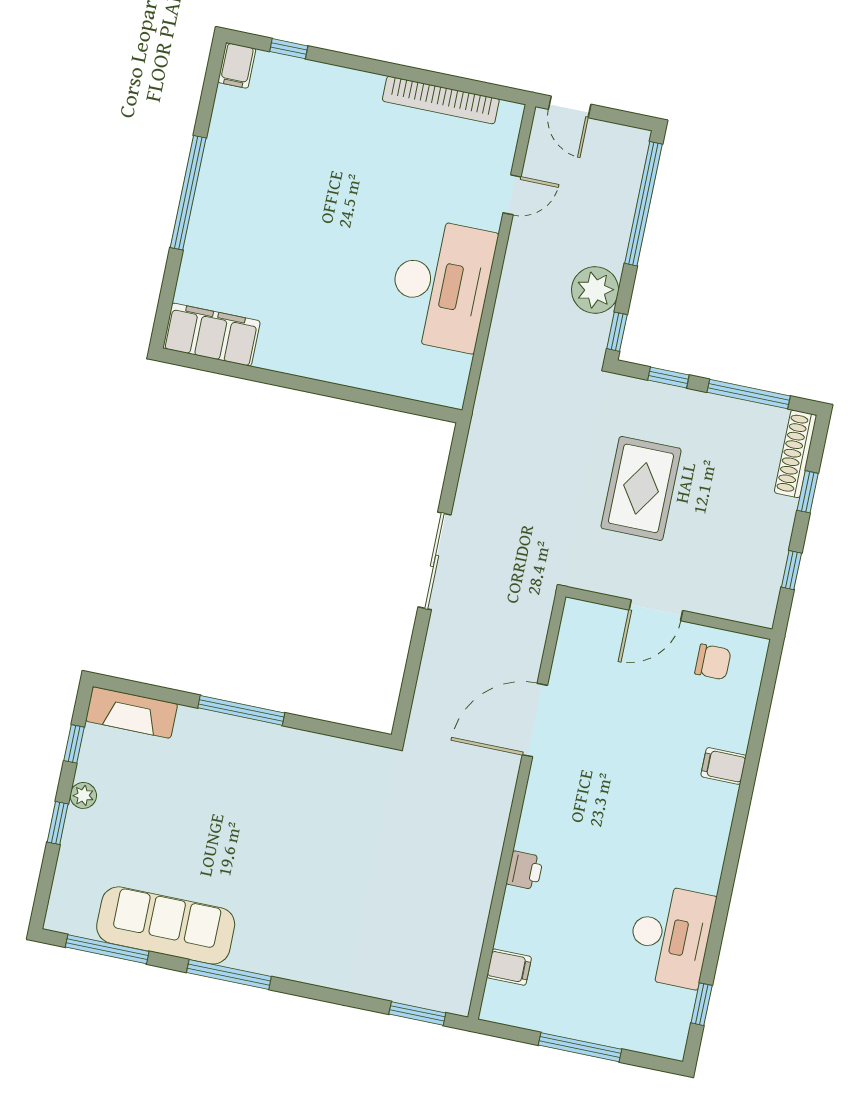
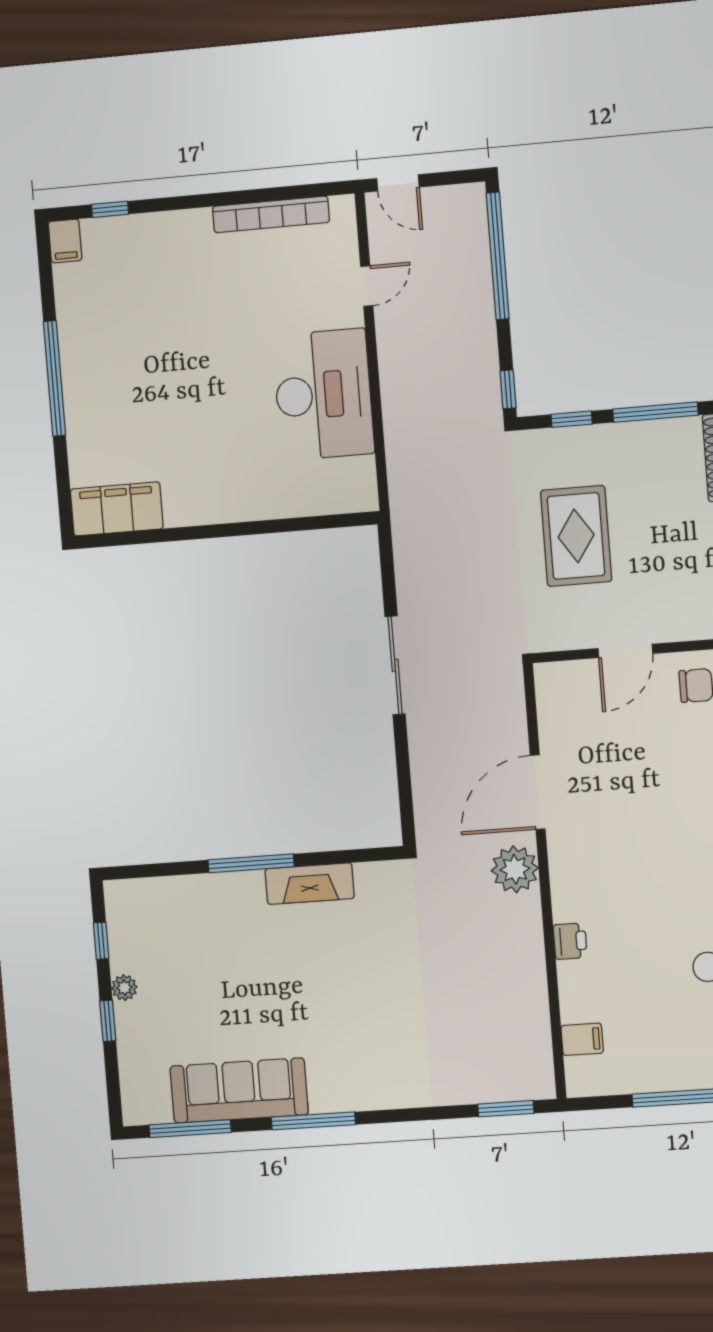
plant: (595, 290) -> (515, 869), moved
fireplace: (131, 712) -> (310, 884), moved

